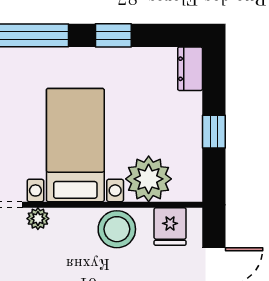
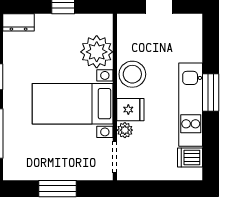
fridge: (170, 226) -> (130, 110), moved

